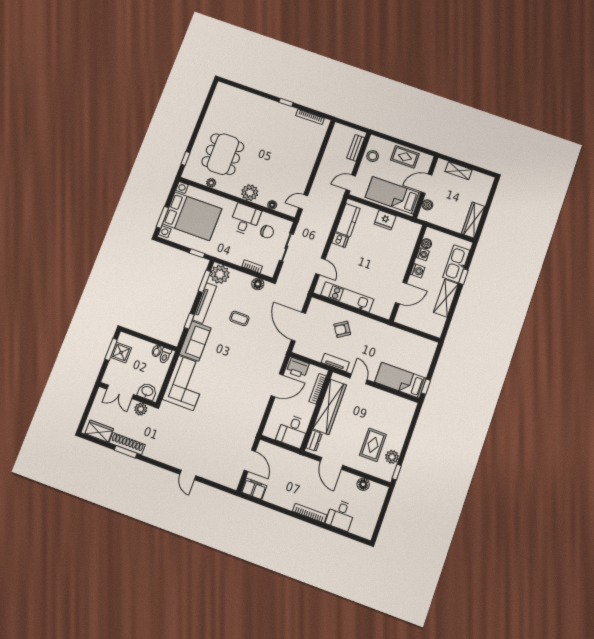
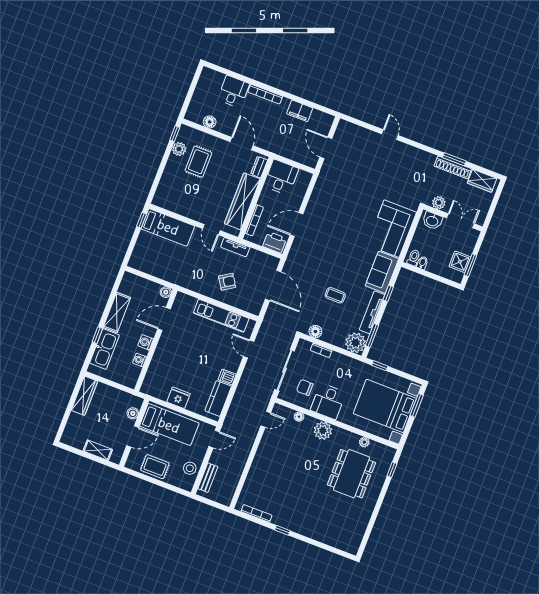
boiler: (426, 244) -> (166, 292), moved
sliding door: (286, 247) -> (285, 370), width x1.37
filing cabinet: (254, 489) -> (300, 111), moved

